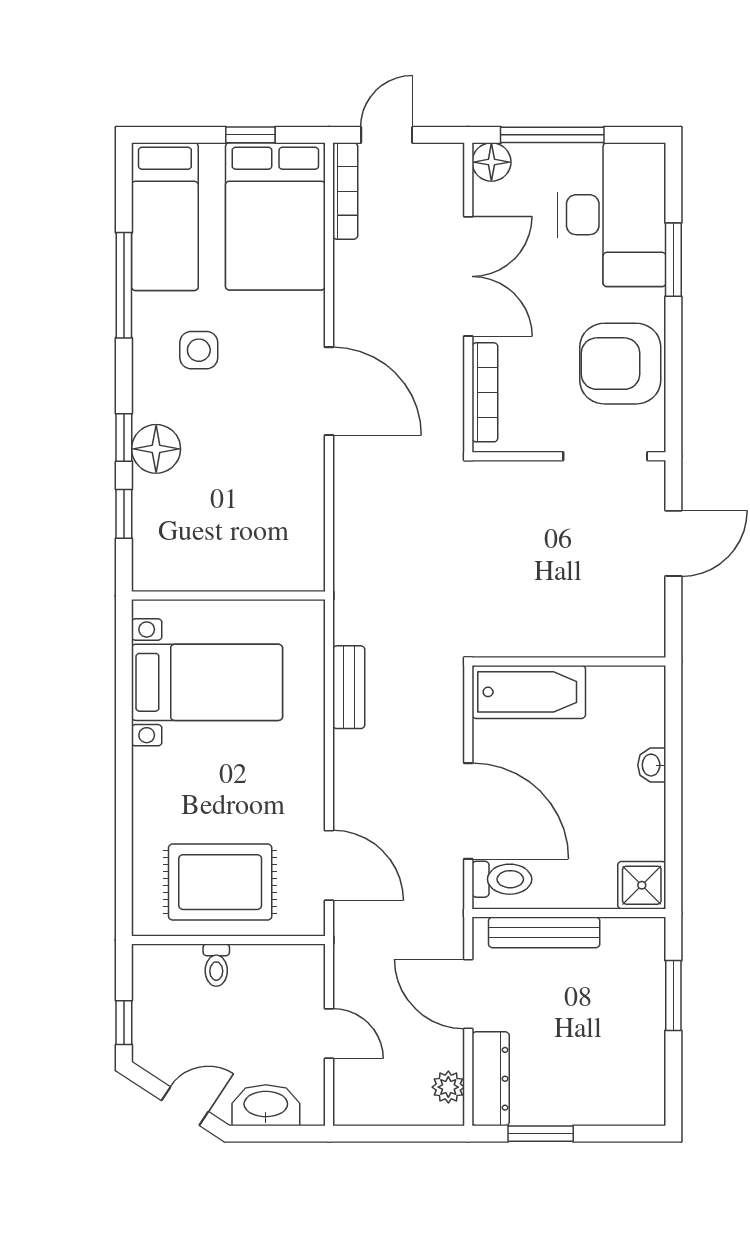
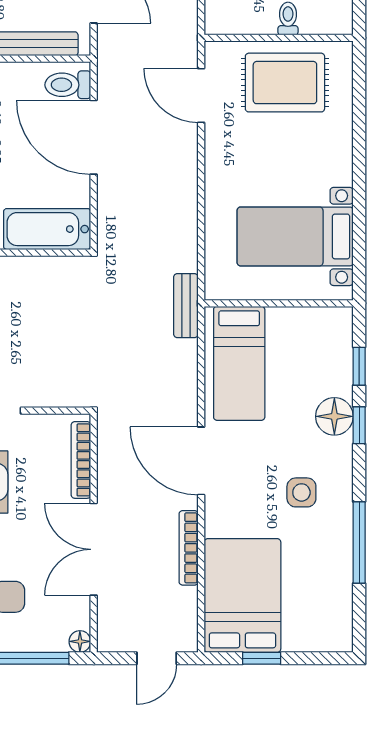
floor lamp: (491, 162) -> (80, 641), width x0.73, depth x0.73
bookcase: (345, 191) -> (189, 548), moved
bed: (165, 217) -> (239, 363), moved, turned 180
bench: (349, 687) -> (186, 306), moved

